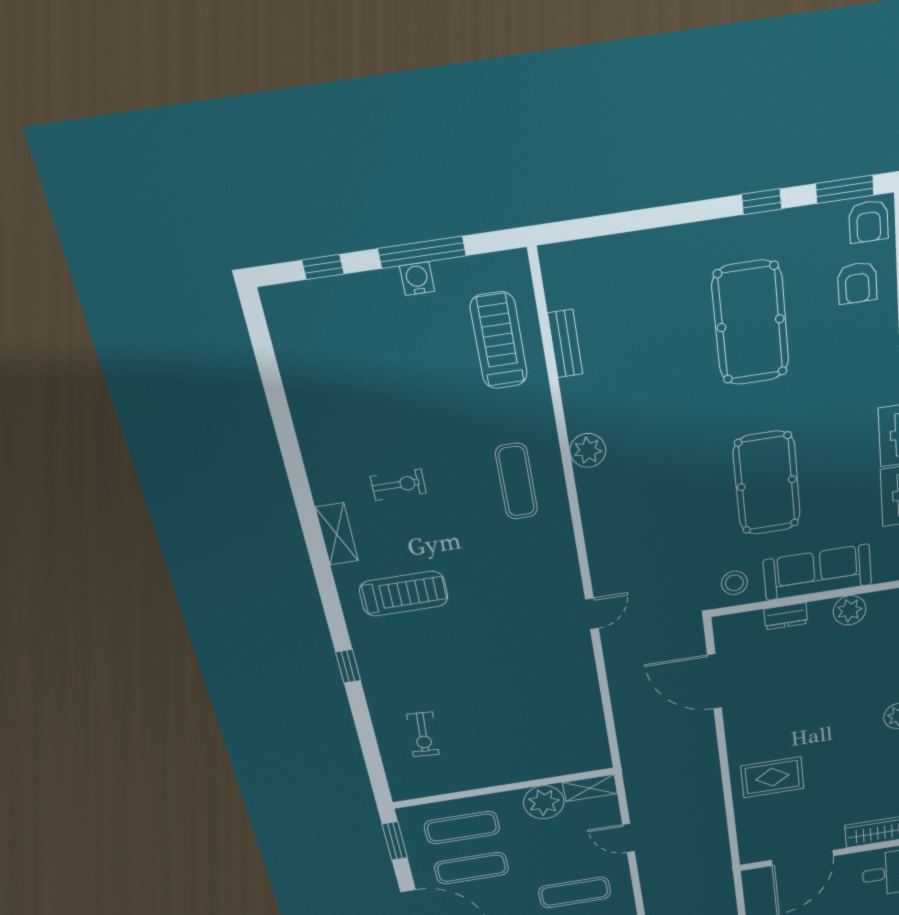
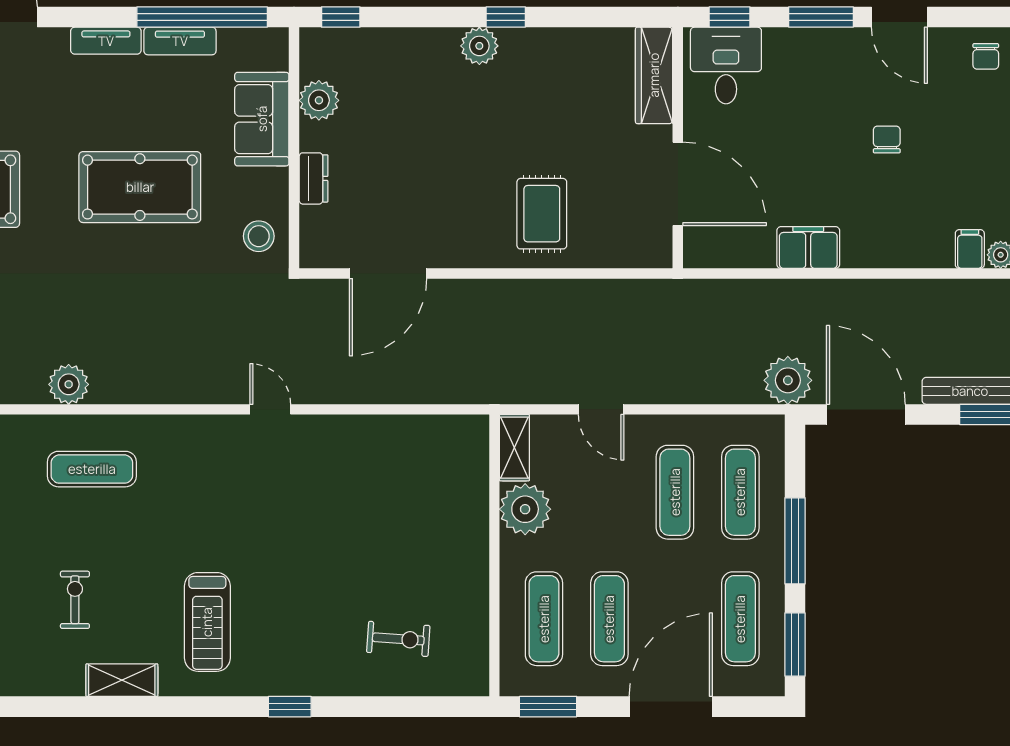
sofa: (818, 572) -> (262, 119), width x0.73
treadmill: (404, 594) -> (207, 622), turned 180
door: (629, 838) -> (601, 409), hinge flipped

